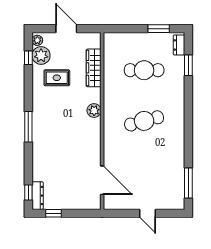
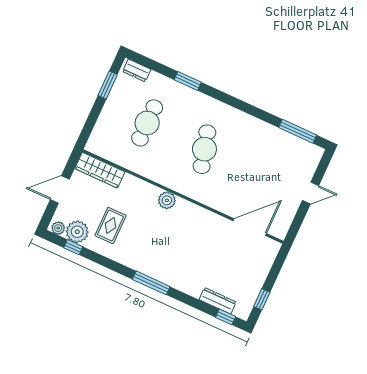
window: (188, 65) -> (188, 81), moved
wardrobe: (94, 68) -> (100, 170), moved
dresser: (38, 196) -> (218, 301), moved

